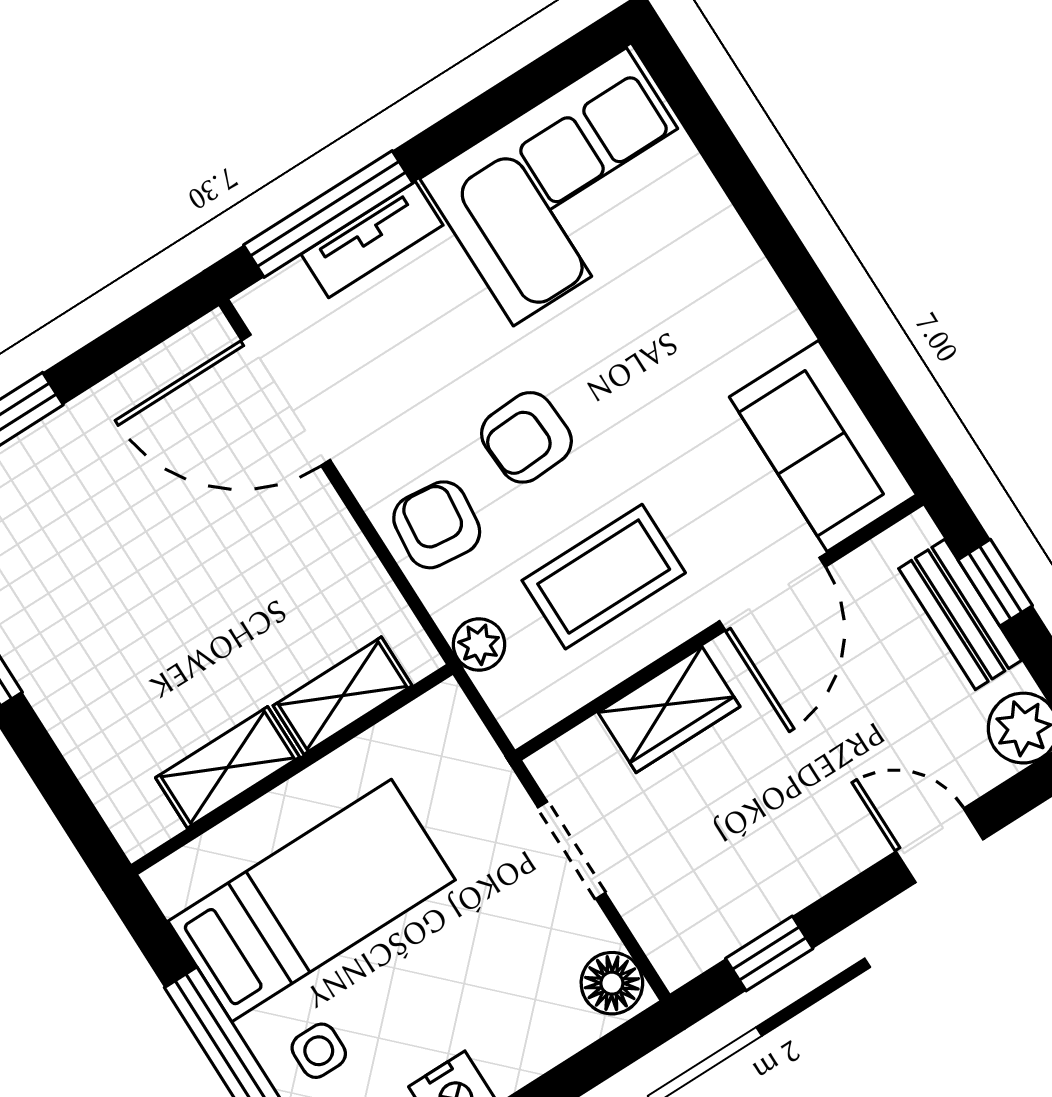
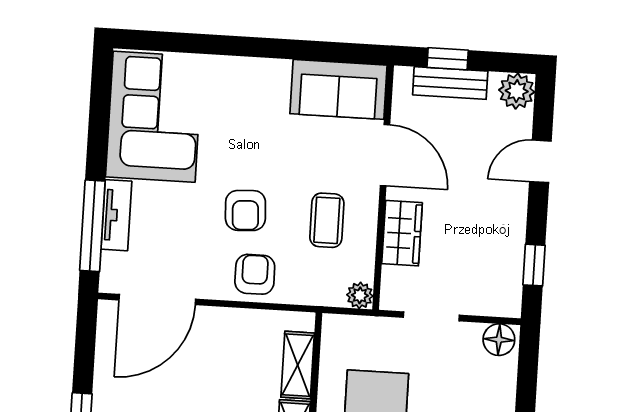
armchair: (437, 525) -> (255, 274), turned 84
coffee table: (604, 577) -> (327, 220), width x0.73, depth x0.77
plant: (479, 644) -> (360, 295), moved

